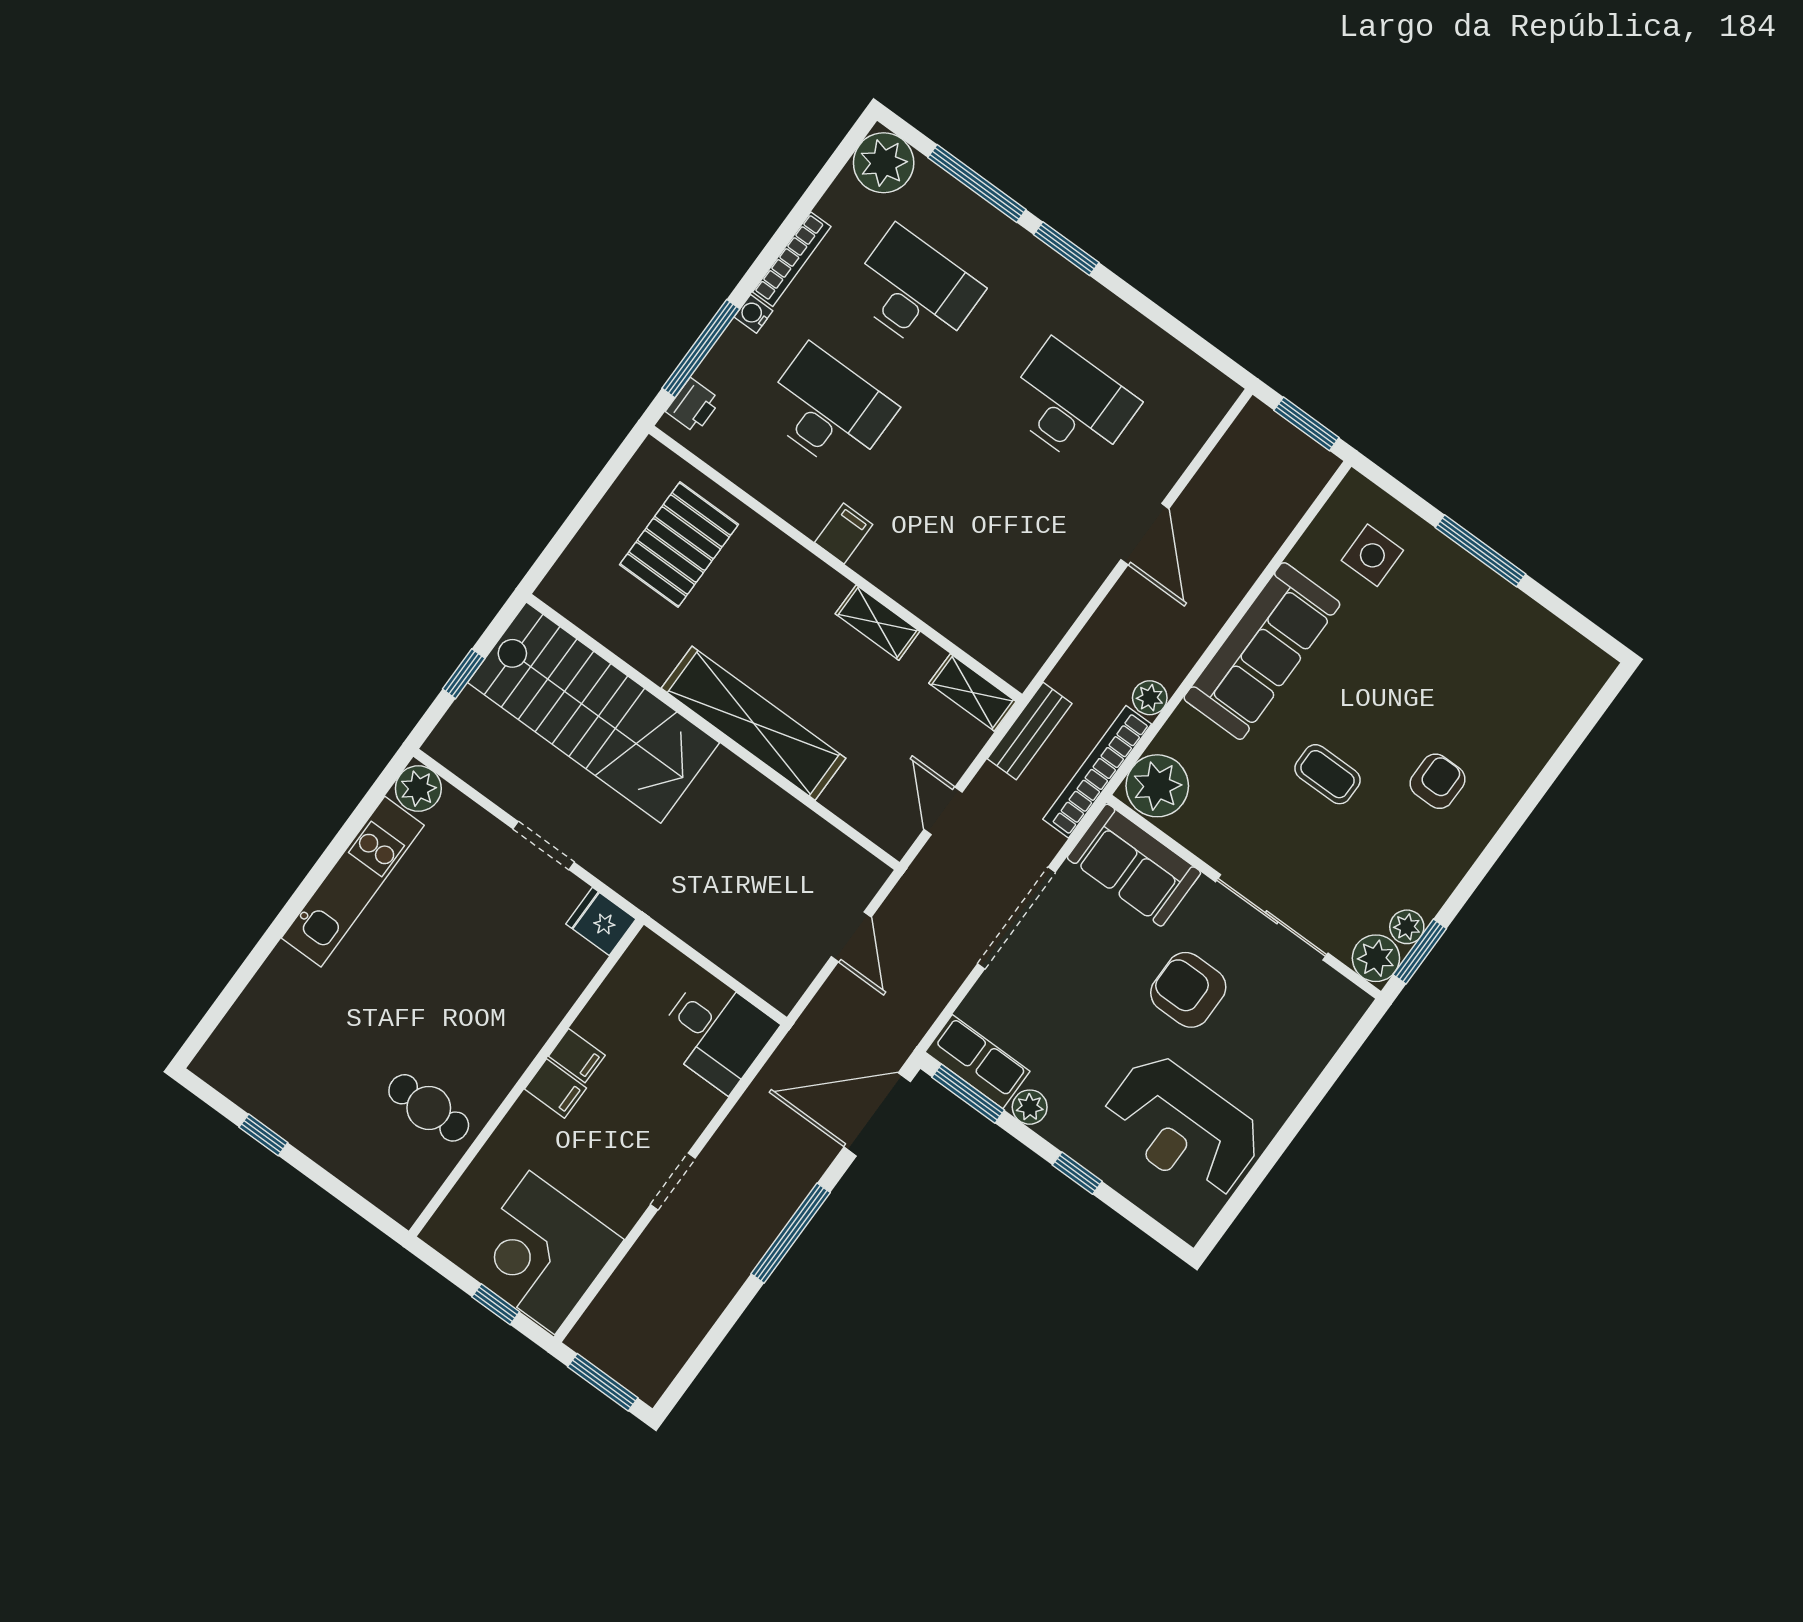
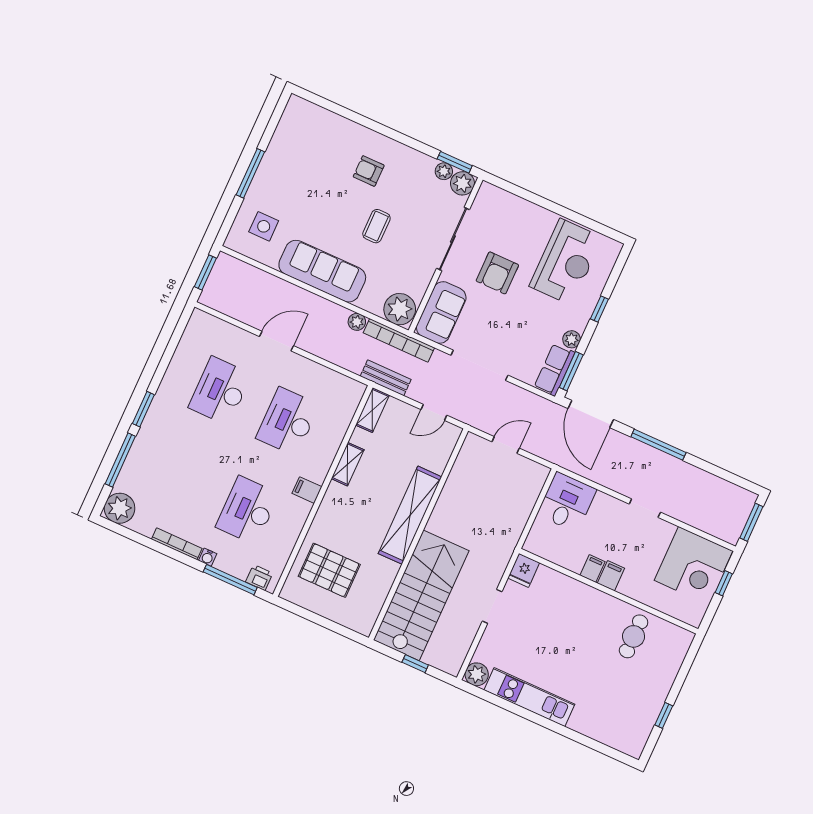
desk: (915, 291) -> (288, 421), moved

